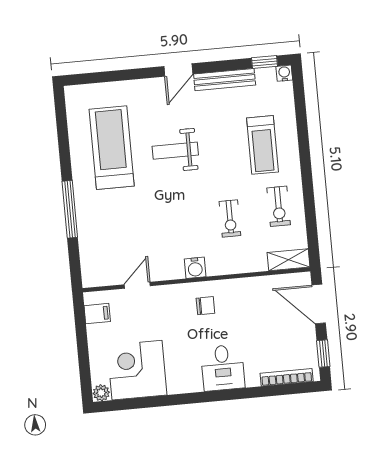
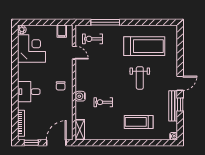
window: (265, 62) -> (180, 104), moved
door: (178, 70) -> (180, 83), swing flipped
weight bench: (175, 151) -> (140, 78), turned 180
exercise bike: (279, 206) -> (93, 39), moved
window: (70, 209) -> (105, 22), moved
water cooler: (195, 268) -> (80, 96), moved

